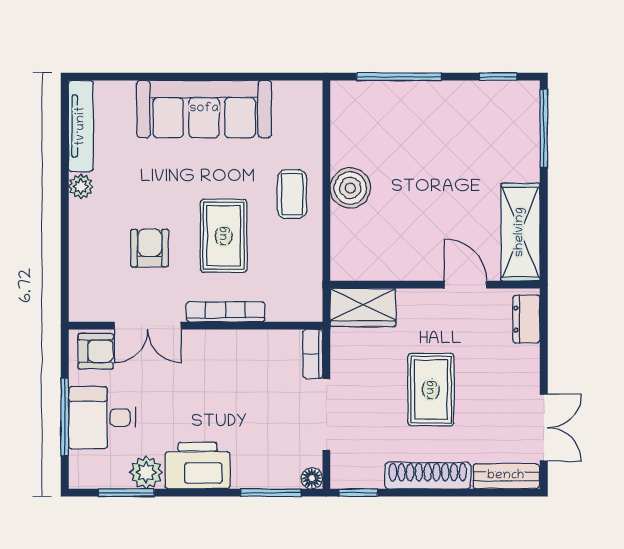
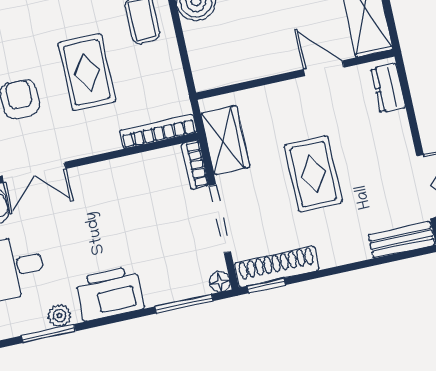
wardrobe: (363, 308) -> (225, 140), moved, turned -90
bookcase: (225, 312) -> (158, 131), moved
plant: (146, 472) -> (59, 316), width x0.73, depth x0.73
shoe rack: (428, 476) -> (277, 267), moved

